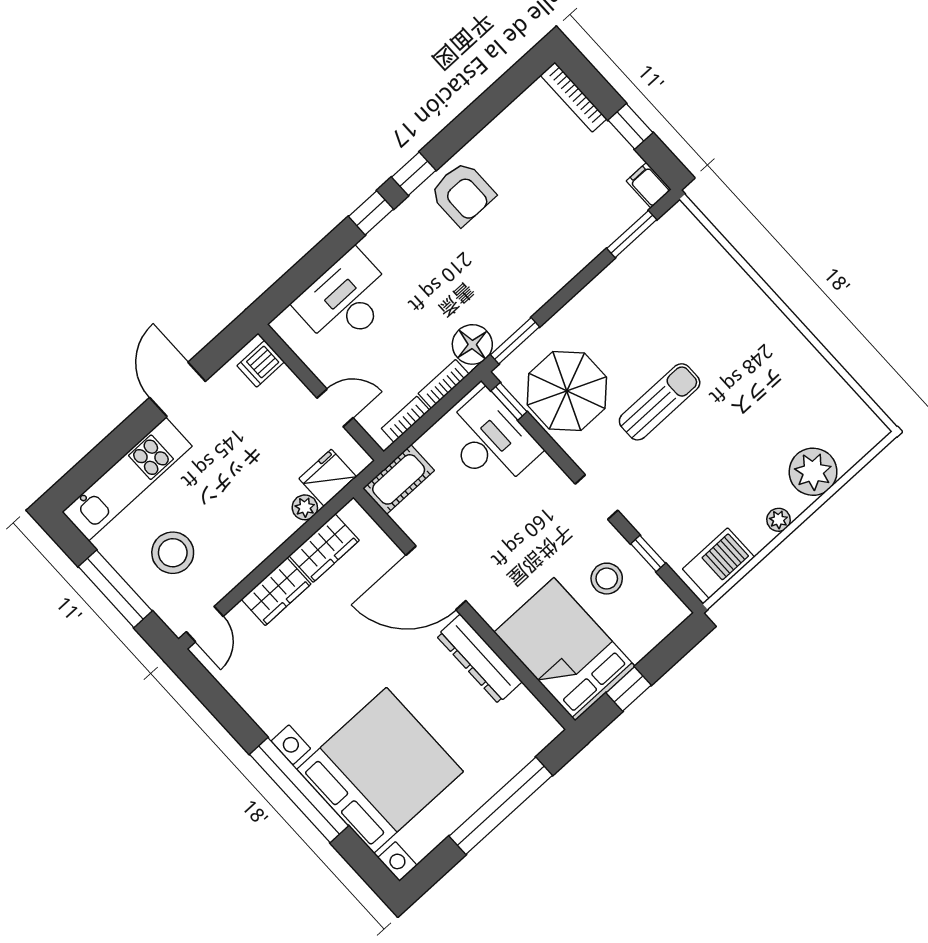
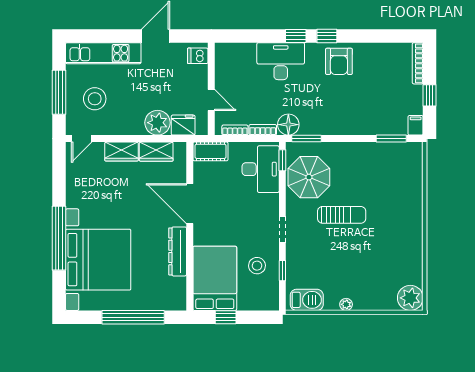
desk: (346, 300) -> (281, 61), moved
plant: (813, 472) -> (410, 298), moved
plant: (305, 507) -> (157, 123), width x1.88, depth x1.88

